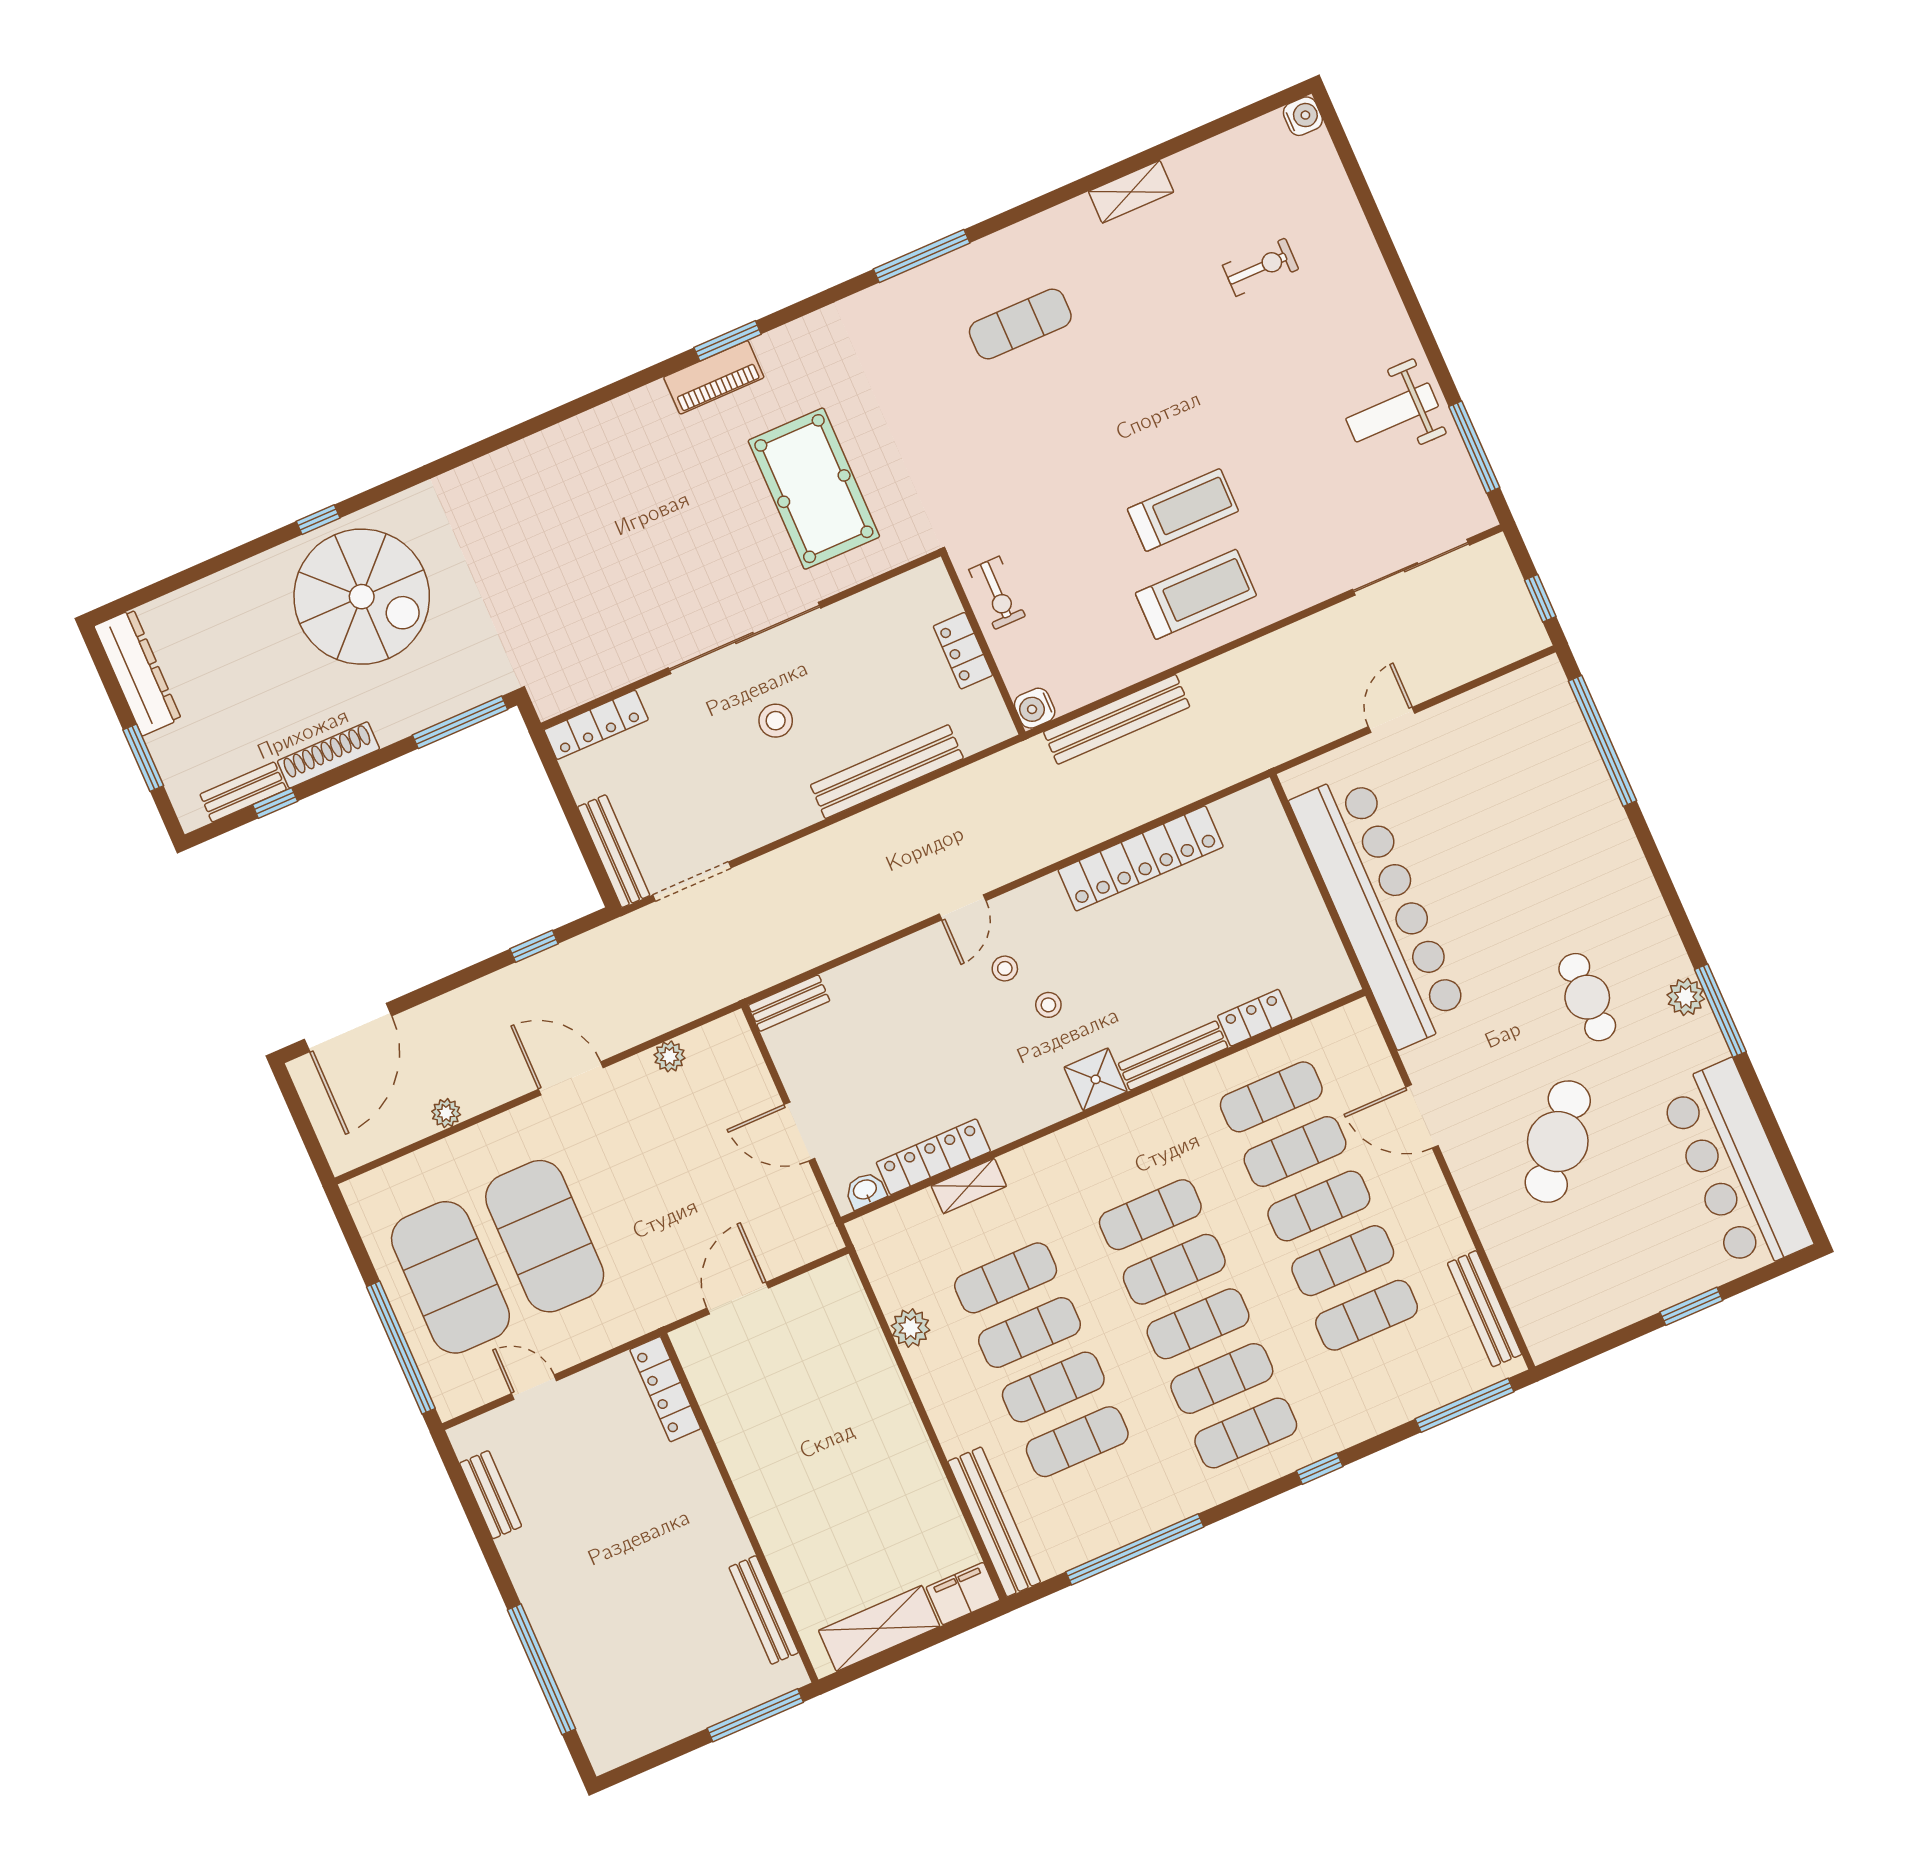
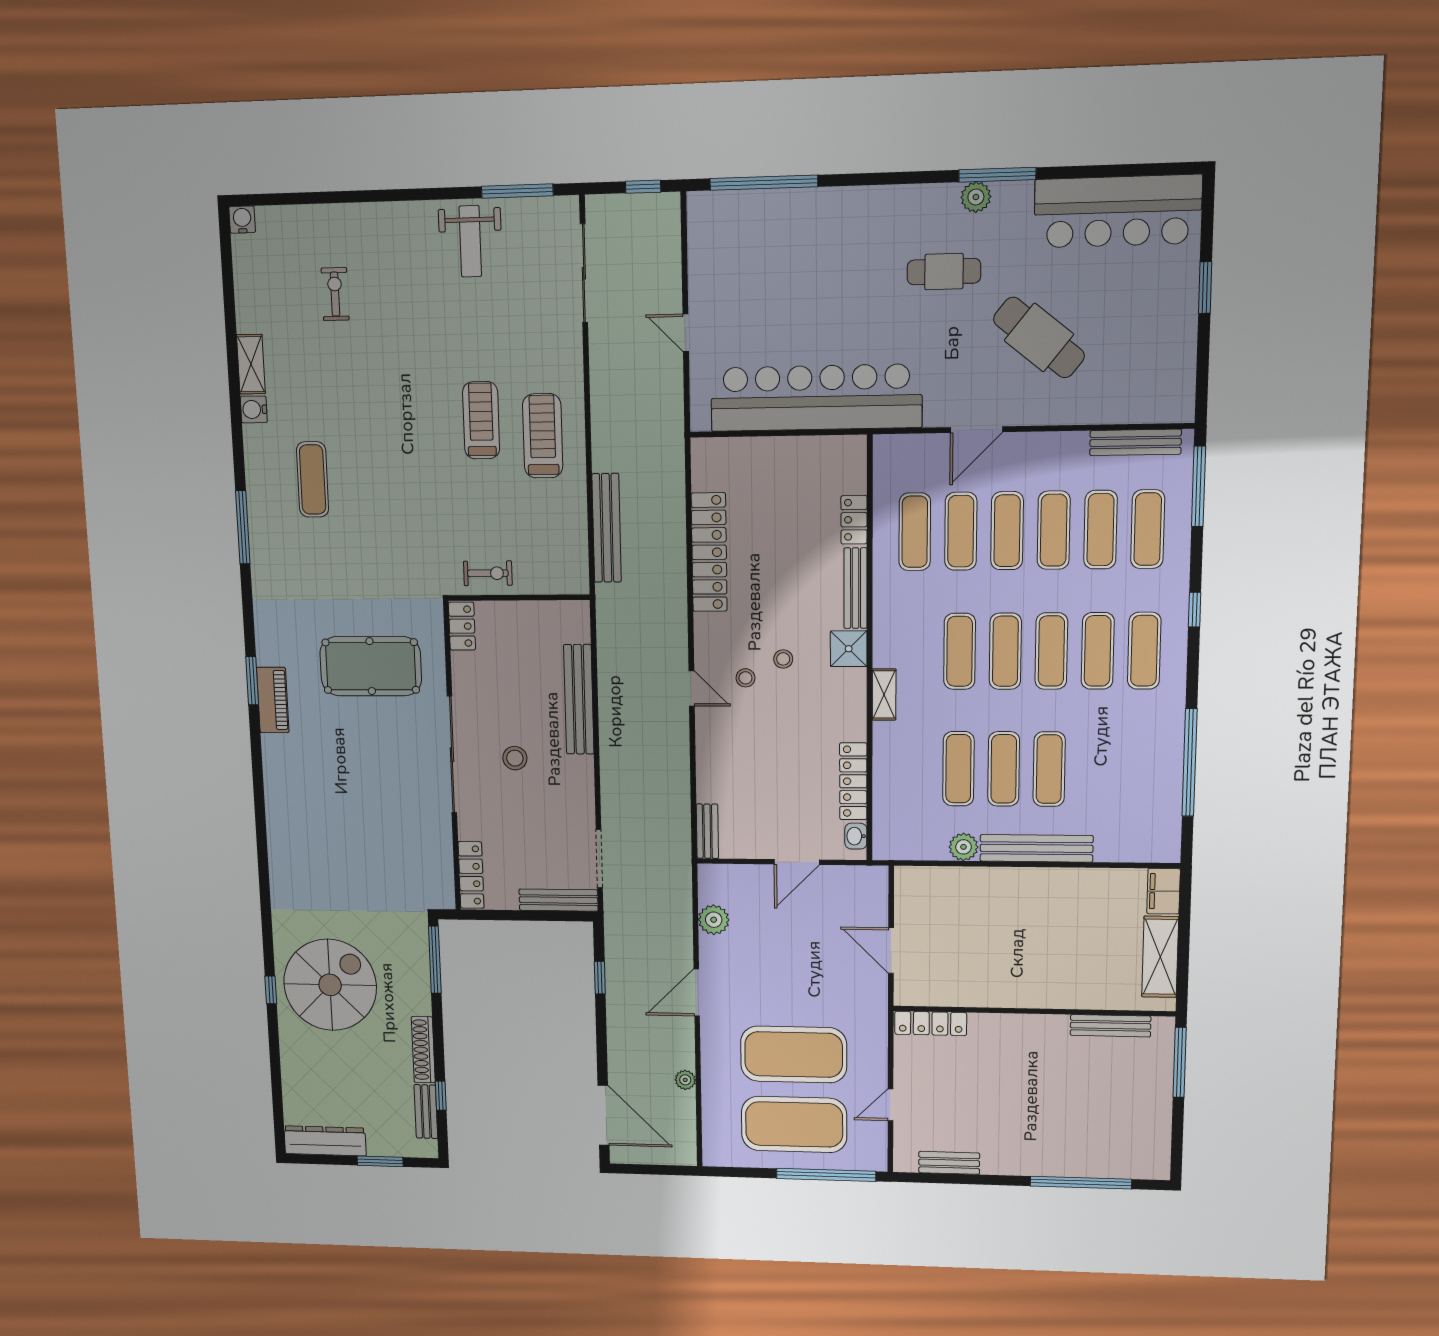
locker: (963, 651) -> (462, 626), moved, turned -90
water cooler: (1035, 708) -> (254, 409), moved, turned 90
plant: (670, 1056) -> (714, 920), width x1.38, depth x1.38
shelving: (969, 1186) -> (884, 694), moved
exercise mat: (1077, 1442) -> (1148, 529), moved
bench: (994, 1522) -> (1036, 848), moved

